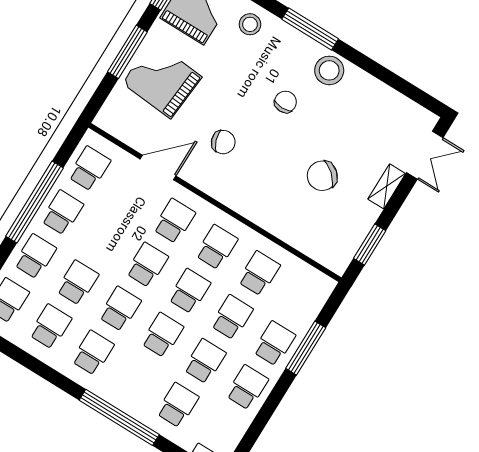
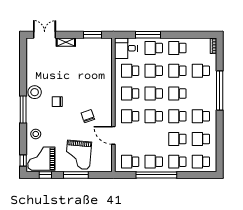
chair: (322, 176) -> (77, 70), removed
desk: (306, 291) -> (126, 48), added

